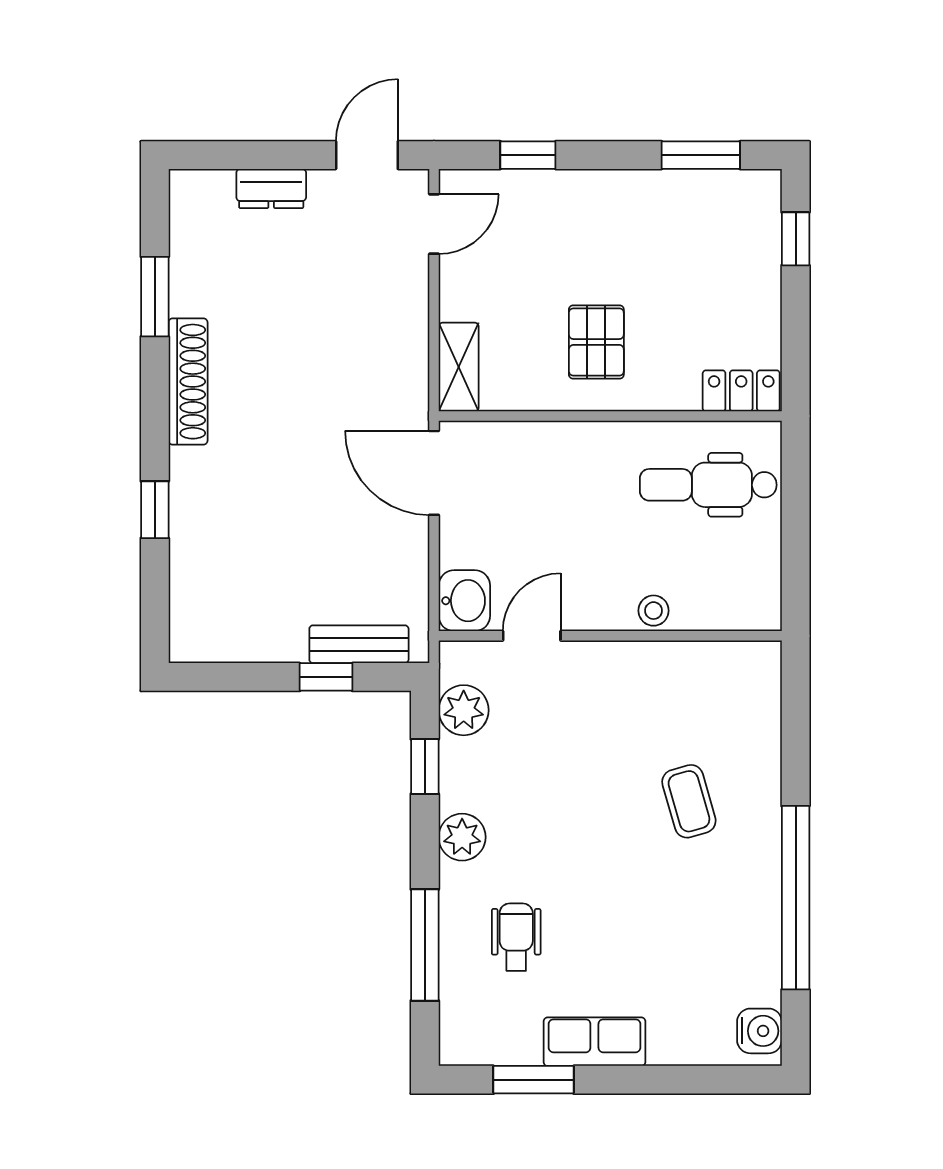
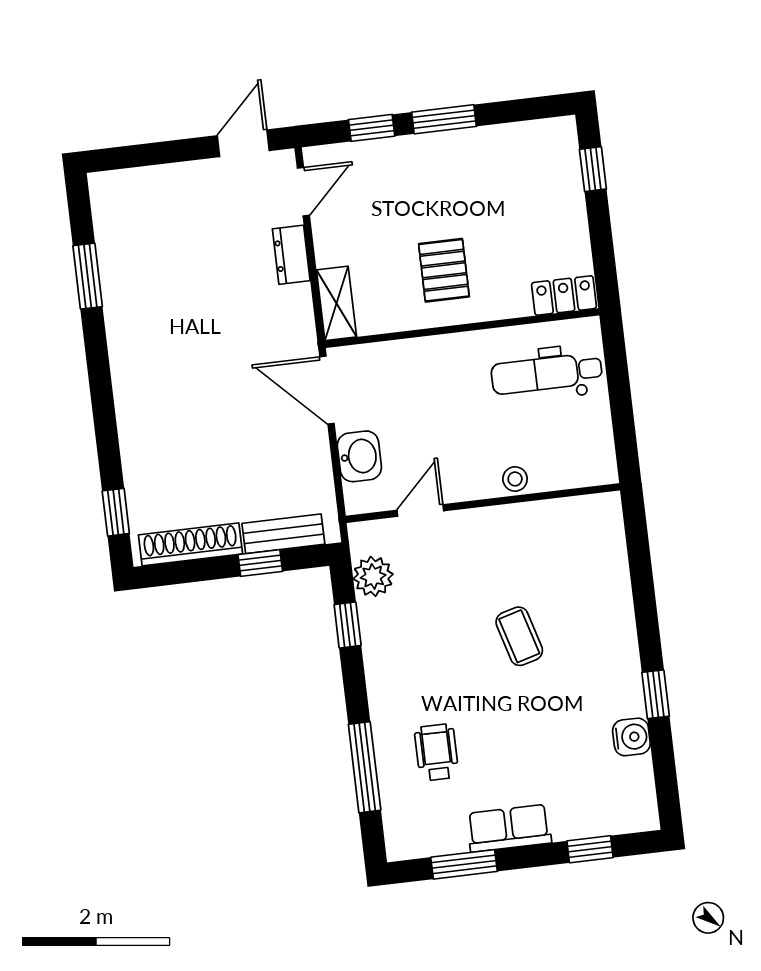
window: (701, 155) -> (444, 119), moved
dresser: (271, 188) -> (291, 255), moved, turned 90
shoe rack: (188, 382) -> (191, 544), moved, turned -90
window: (155, 510) -> (116, 512), moved
washbasin: (464, 601) -> (359, 456), moved
coffee table: (689, 801) -> (519, 636), moved
plant: (462, 837) -> (384, 678), removed
window: (796, 898) -> (656, 694), width x0.32
water cooler: (759, 1031) -> (631, 737), moved
window: (692, 1080) -> (590, 849), added

